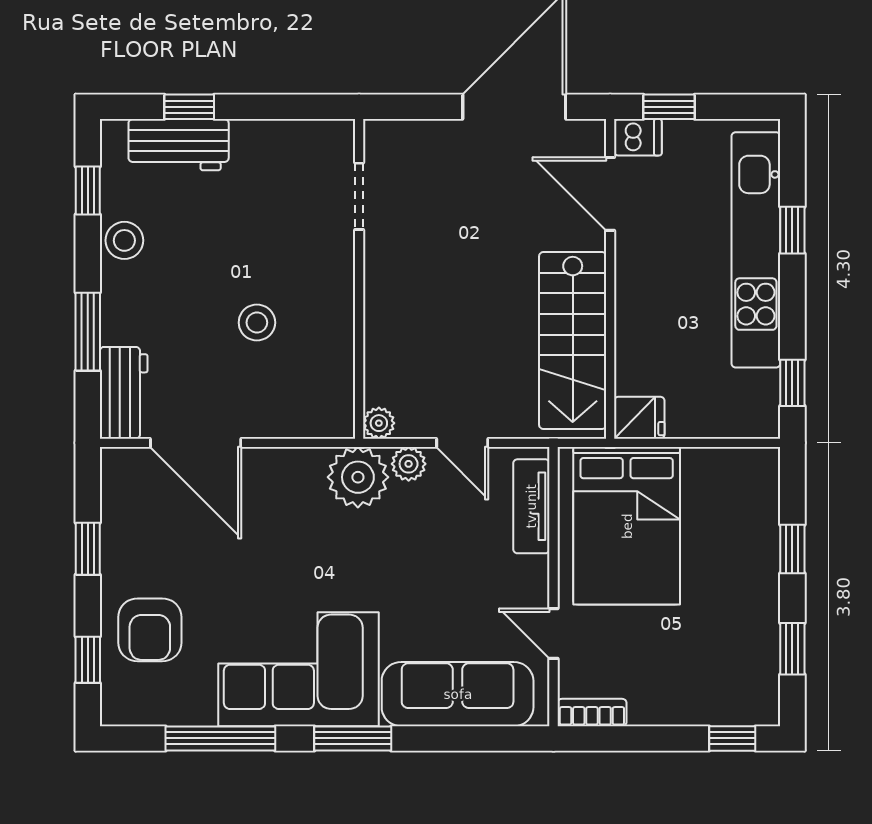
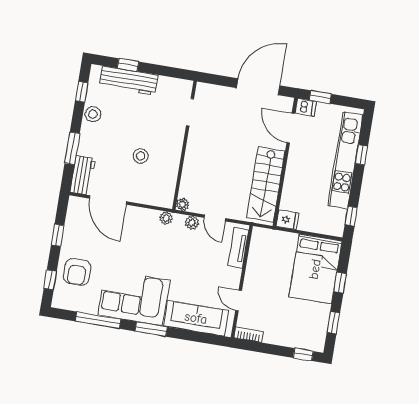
workbench: (179, 145) -> (129, 81), width x1.38
plant: (358, 477) -> (166, 218), width x0.53, depth x0.53
bed: (627, 526) -> (315, 269), moved

